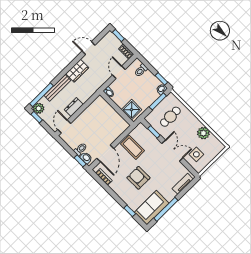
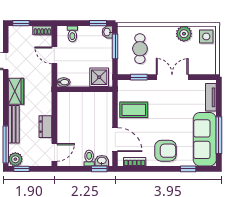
door: (64, 126) -> (54, 152), swing flipped
side table: (196, 154) -> (206, 36), moved
armchair: (138, 178) -> (165, 151), moved, turned 180
sofa: (152, 208) -> (205, 139), width x1.36

